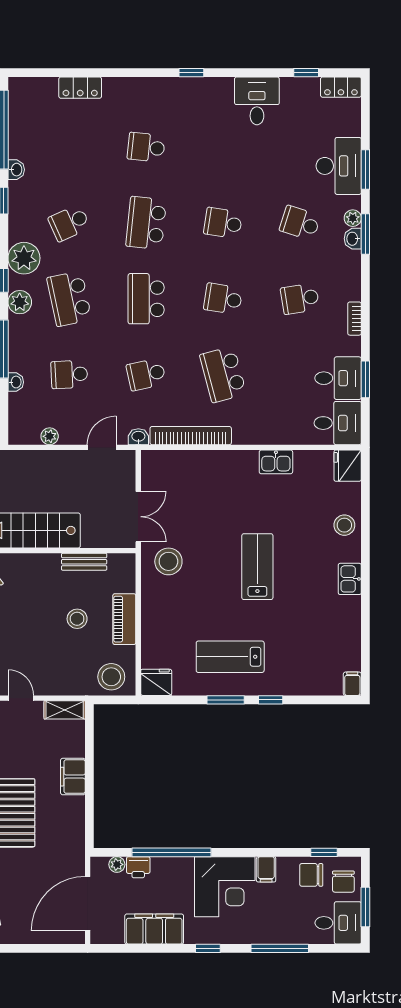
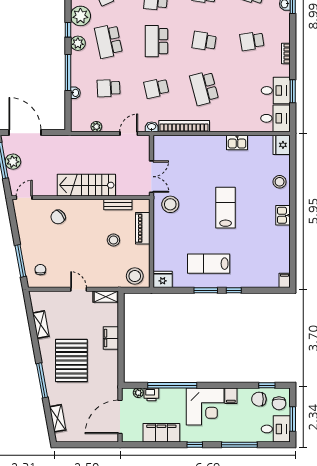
piano: (124, 619) -> (143, 228), moved

